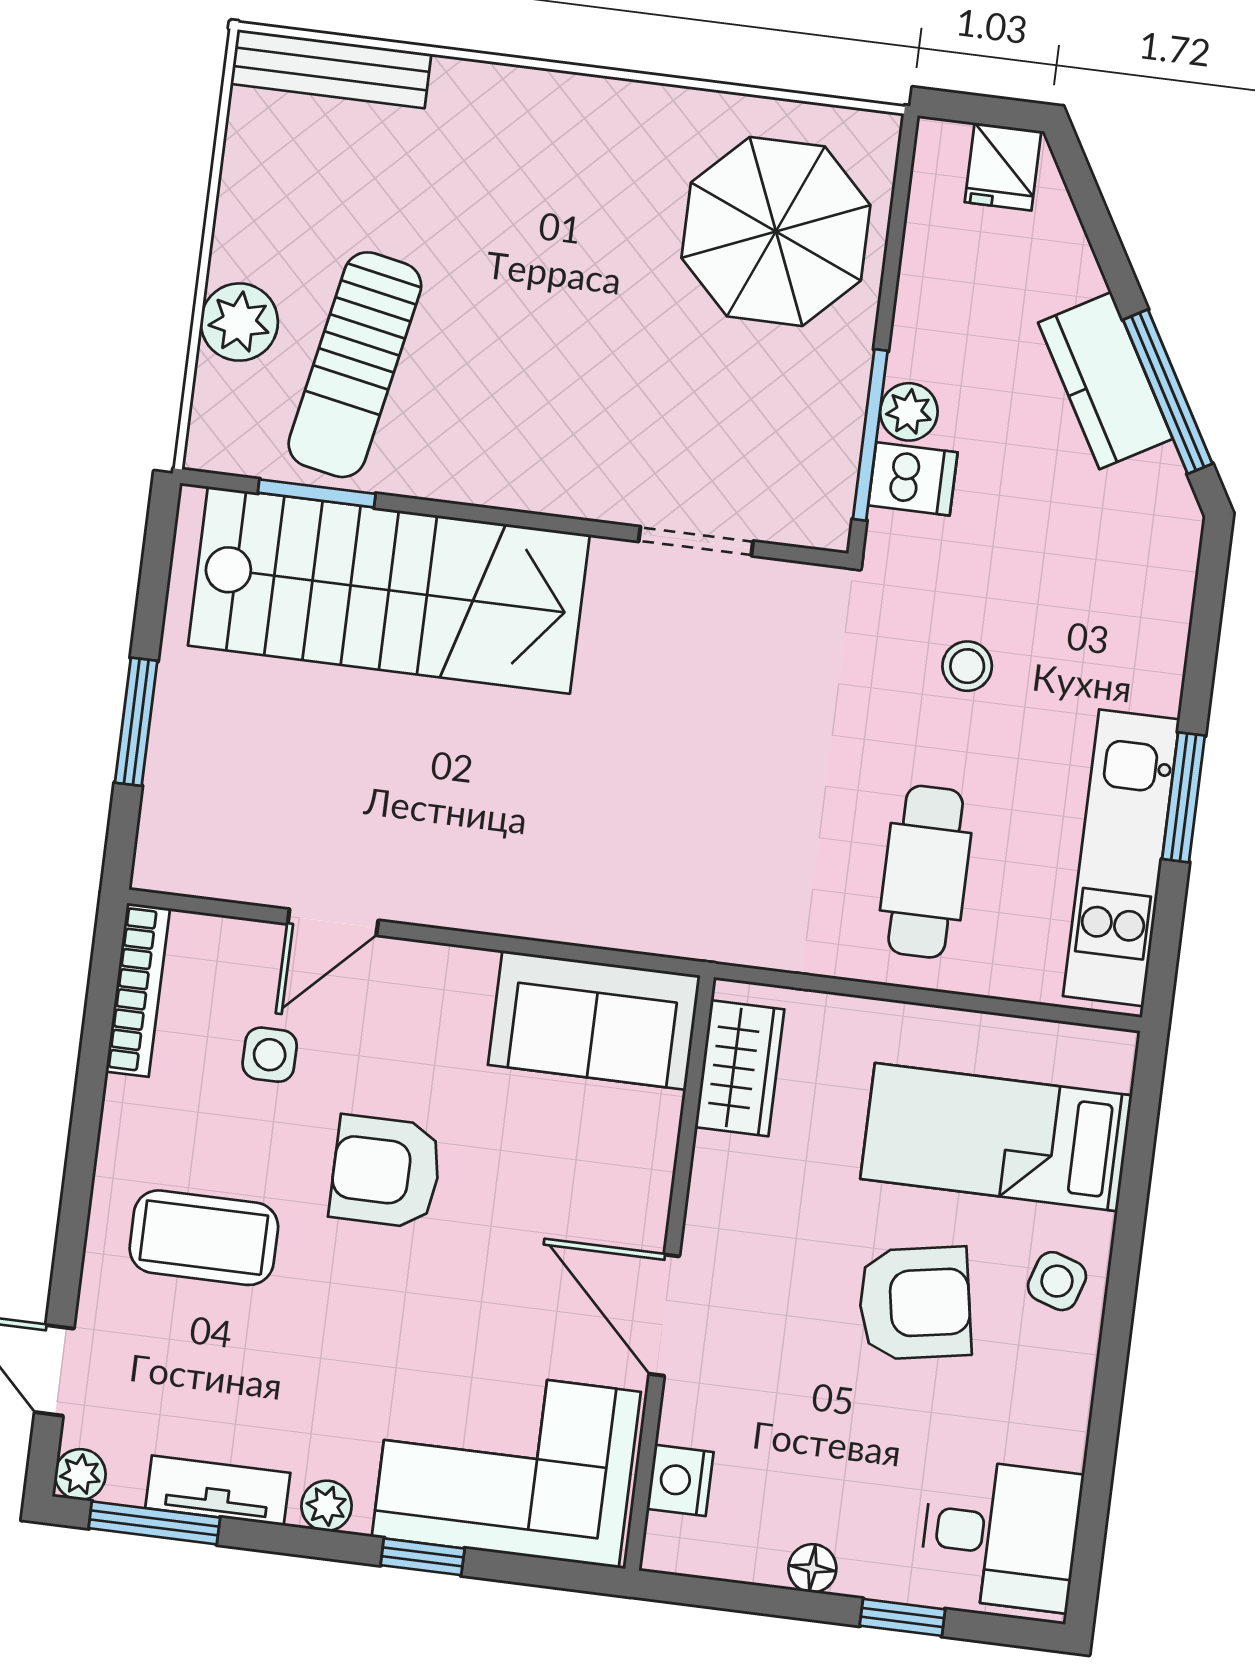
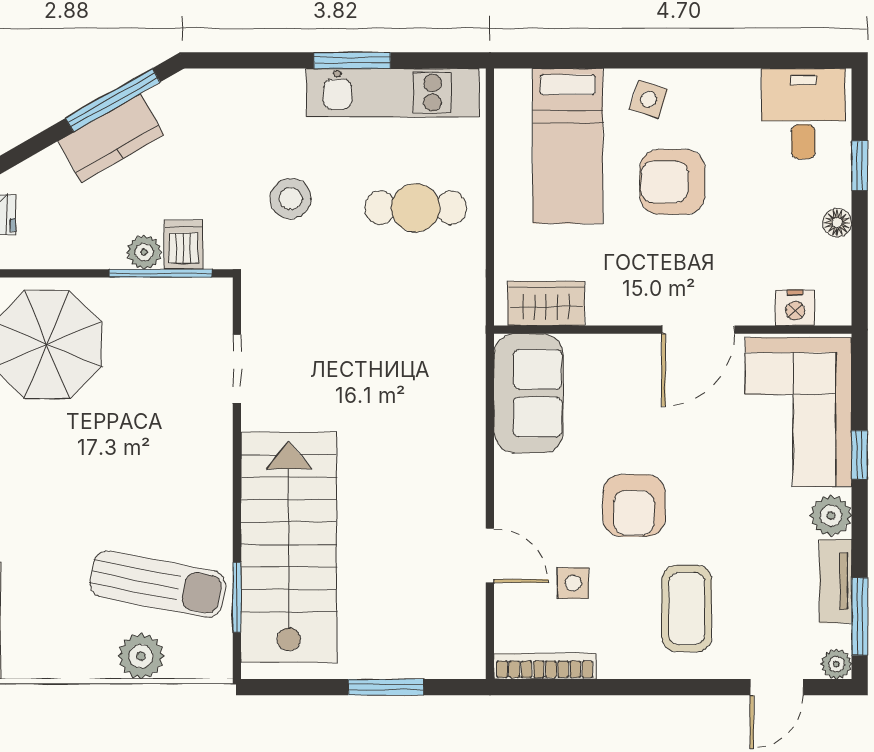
stool: (967, 666) -> (291, 199), width x1.37, depth x1.37
armchair: (915, 1303) -> (672, 182), turned -80
plant: (327, 1506) -> (831, 516), width x1.38, depth x1.38

